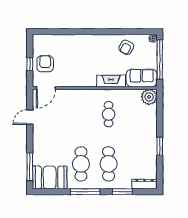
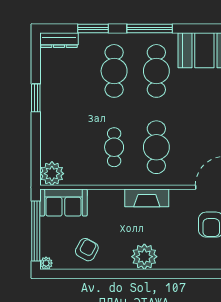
plant: (89, 43) -> (144, 257), added
fireplace: (111, 81) -> (147, 198), moved
cafe table: (81, 114) -> (156, 147), added

